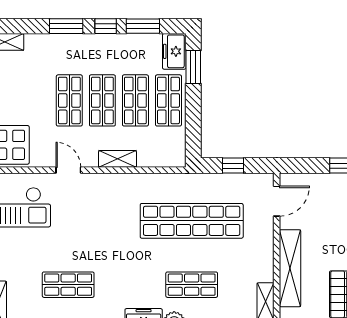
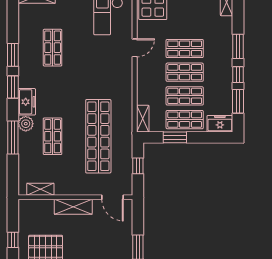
window: (193, 67) -> (175, 137), moved
shelving: (117, 159) -> (143, 119), moved
shelving: (290, 268) -> (73, 207), width x0.68

